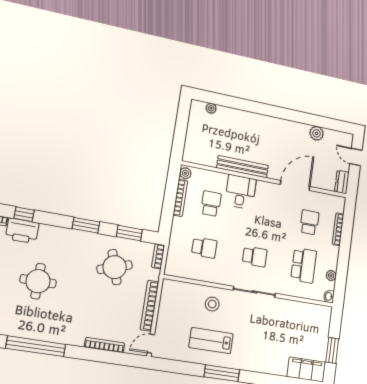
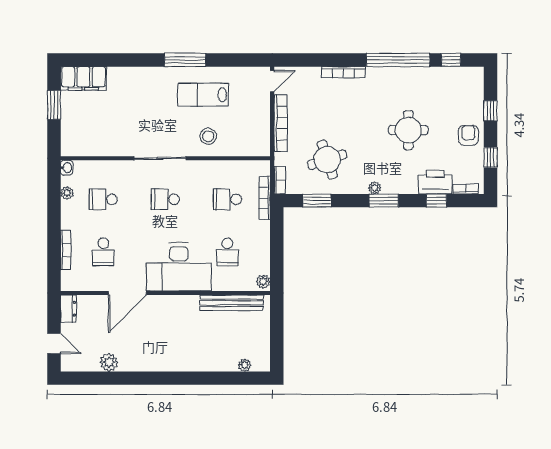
bench: (242, 167) -> (232, 303), moved
desk: (241, 192) -> (179, 267), width x1.87, depth x1.30
bookcase: (180, 198) -> (265, 198), moved
window: (86, 225) -> (384, 201), moved
plant: (77, 235) -> (375, 188), added
school desk: (304, 265) -> (103, 199), width x0.54
lab bench: (211, 341) -> (203, 95), turned 180
bookcase: (105, 345) -> (343, 72), moved

